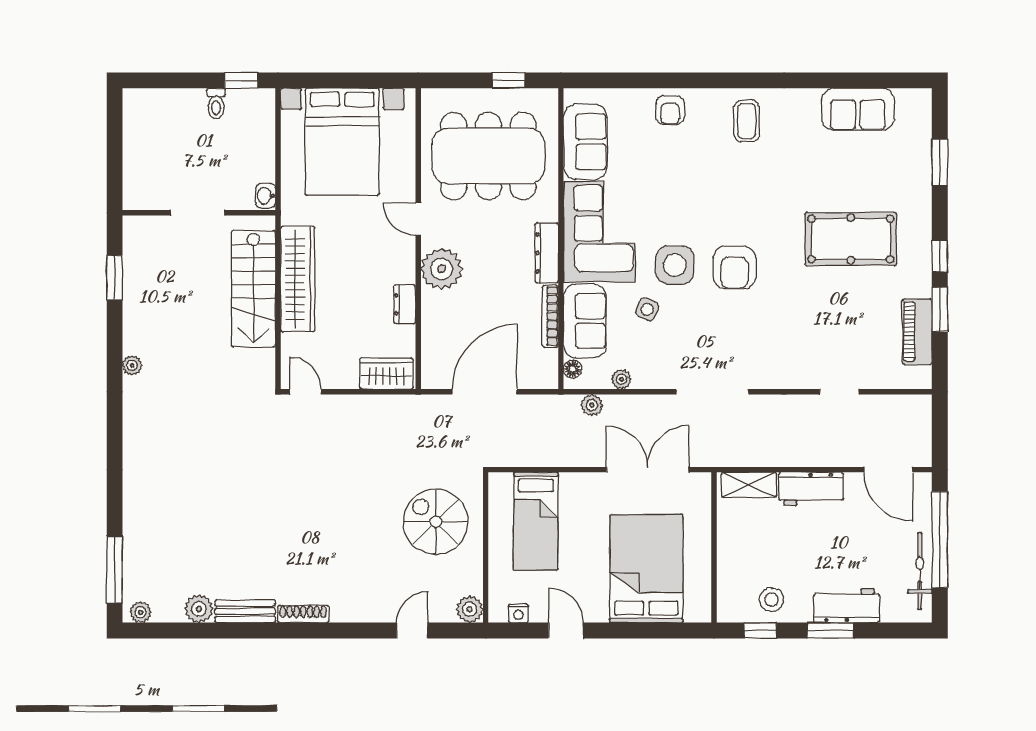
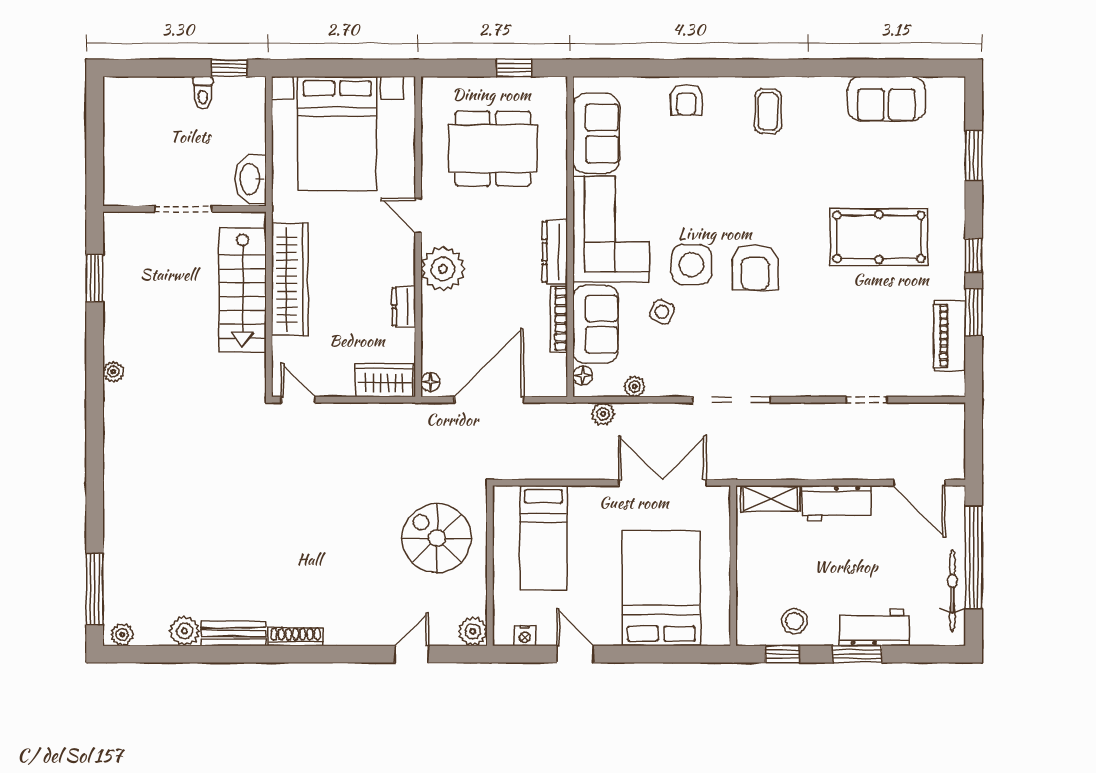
dining table: (488, 156) -> (493, 149), width x0.73, depth x0.80
washbasin: (266, 196) -> (251, 179), width x1.91, depth x1.45
floor lamp: (430, 375) -> (430, 382), added

